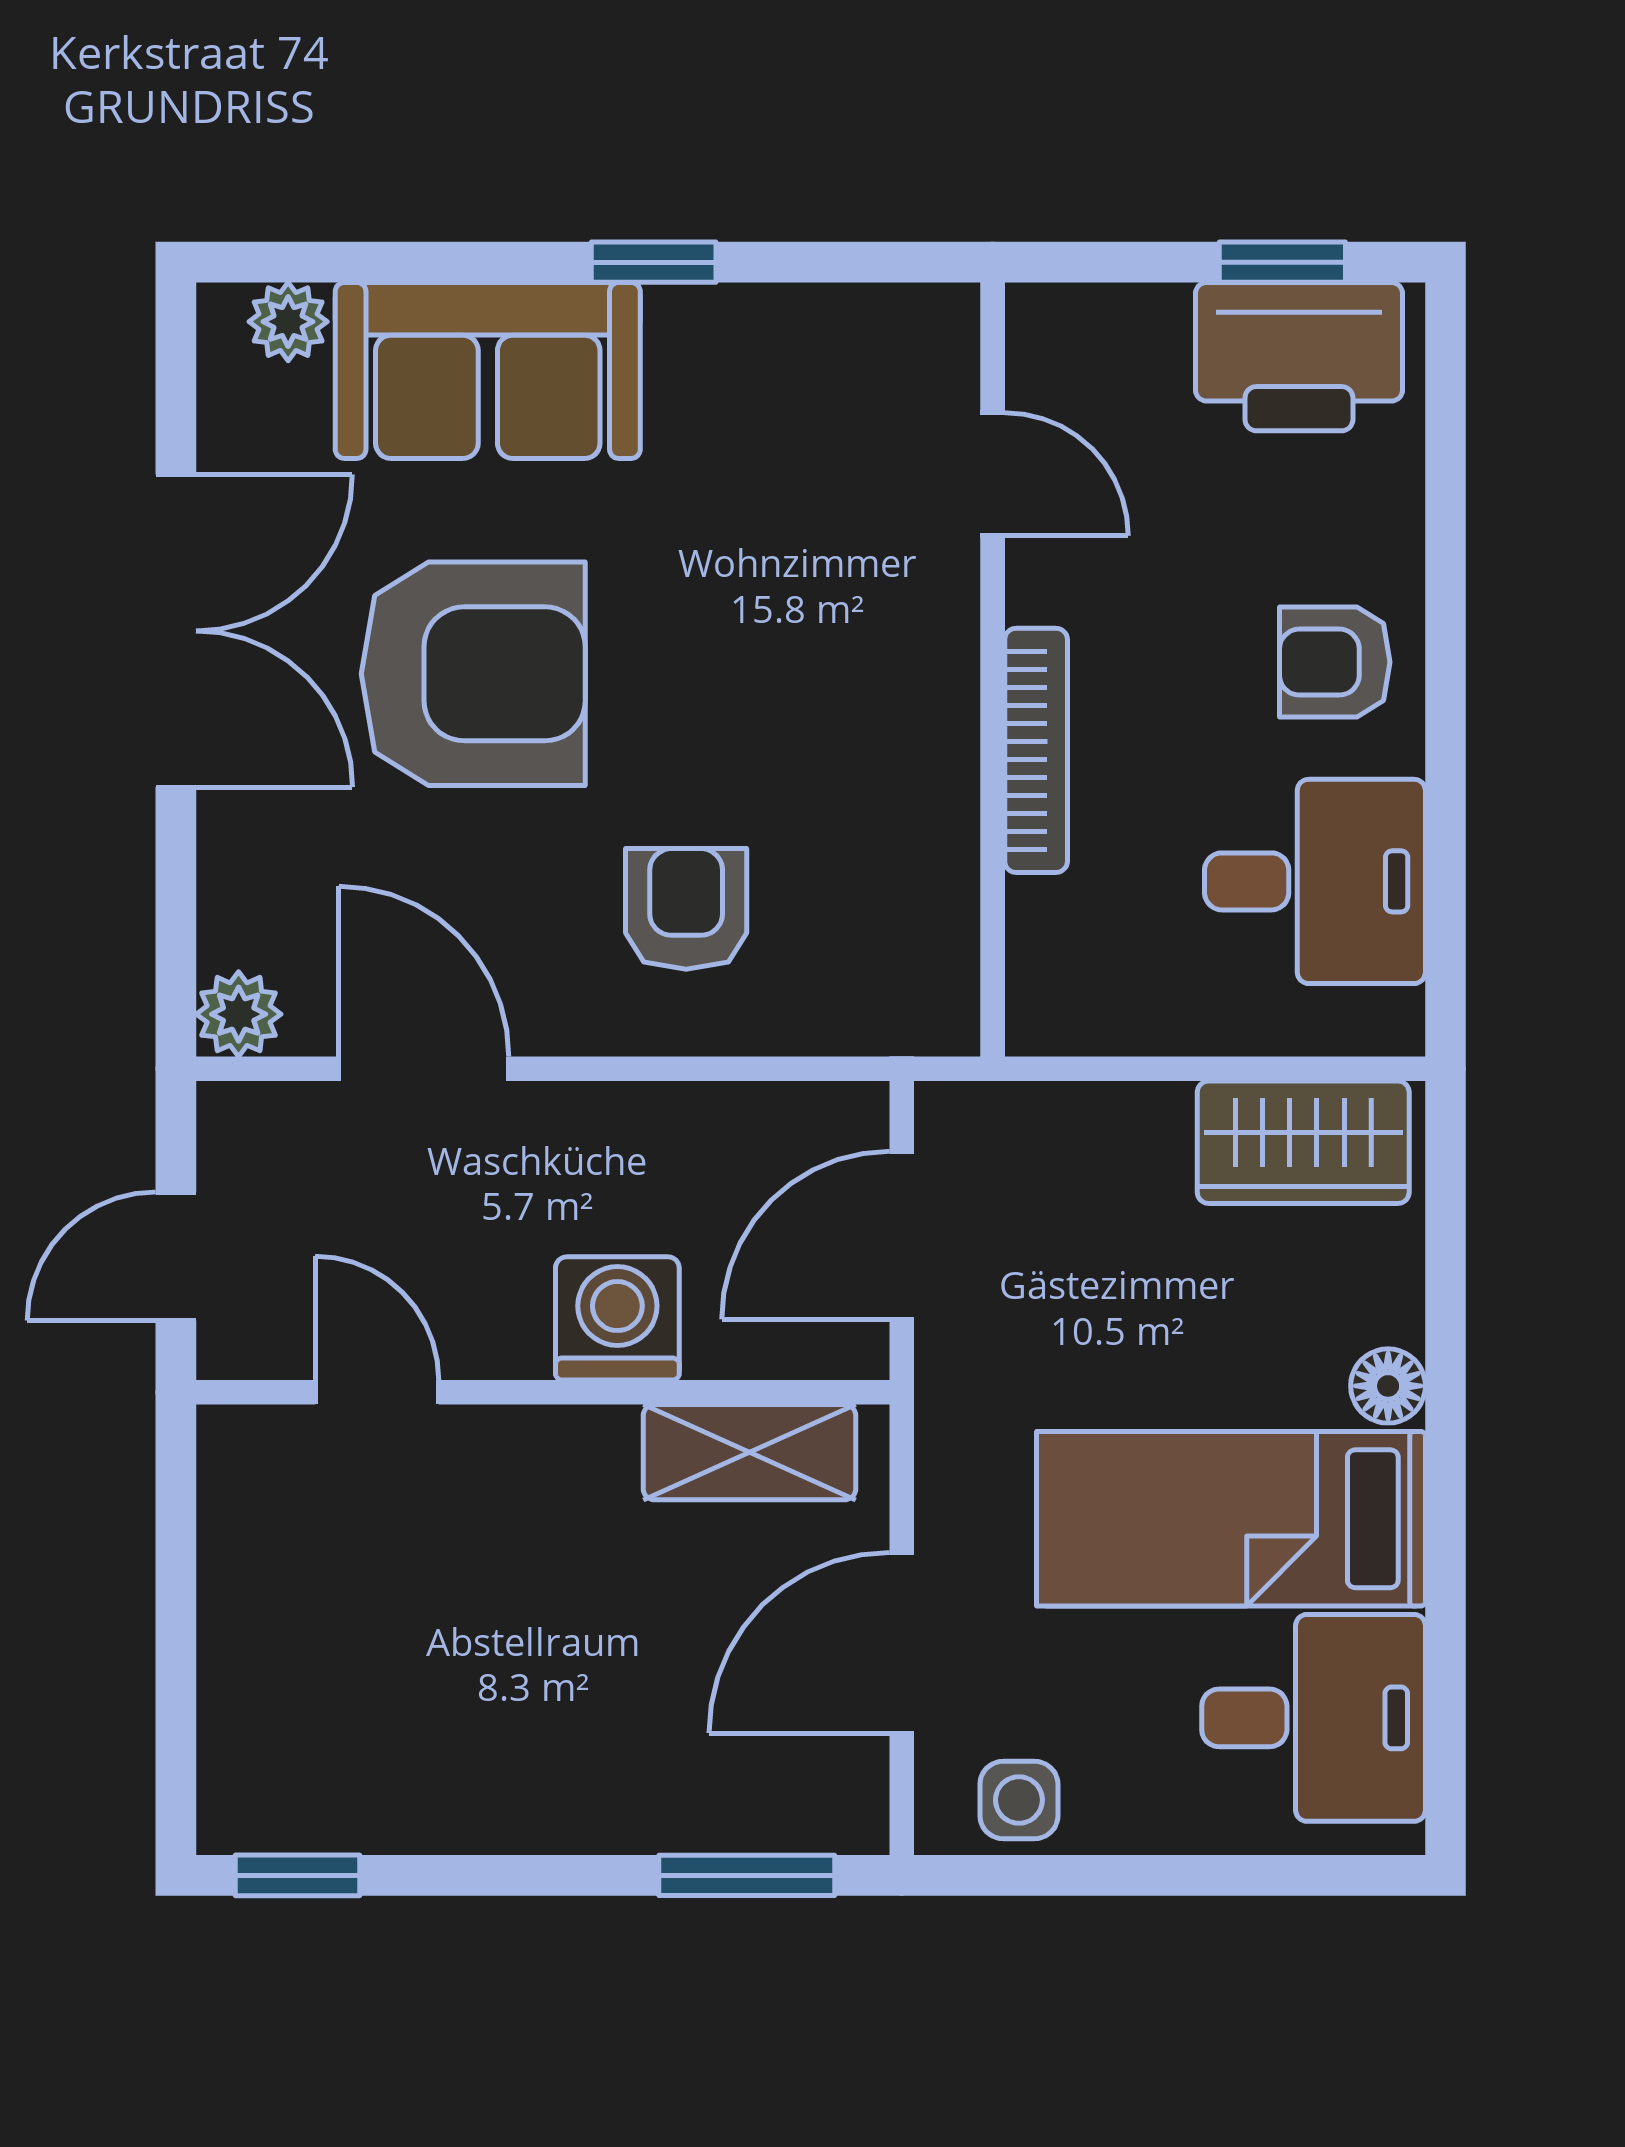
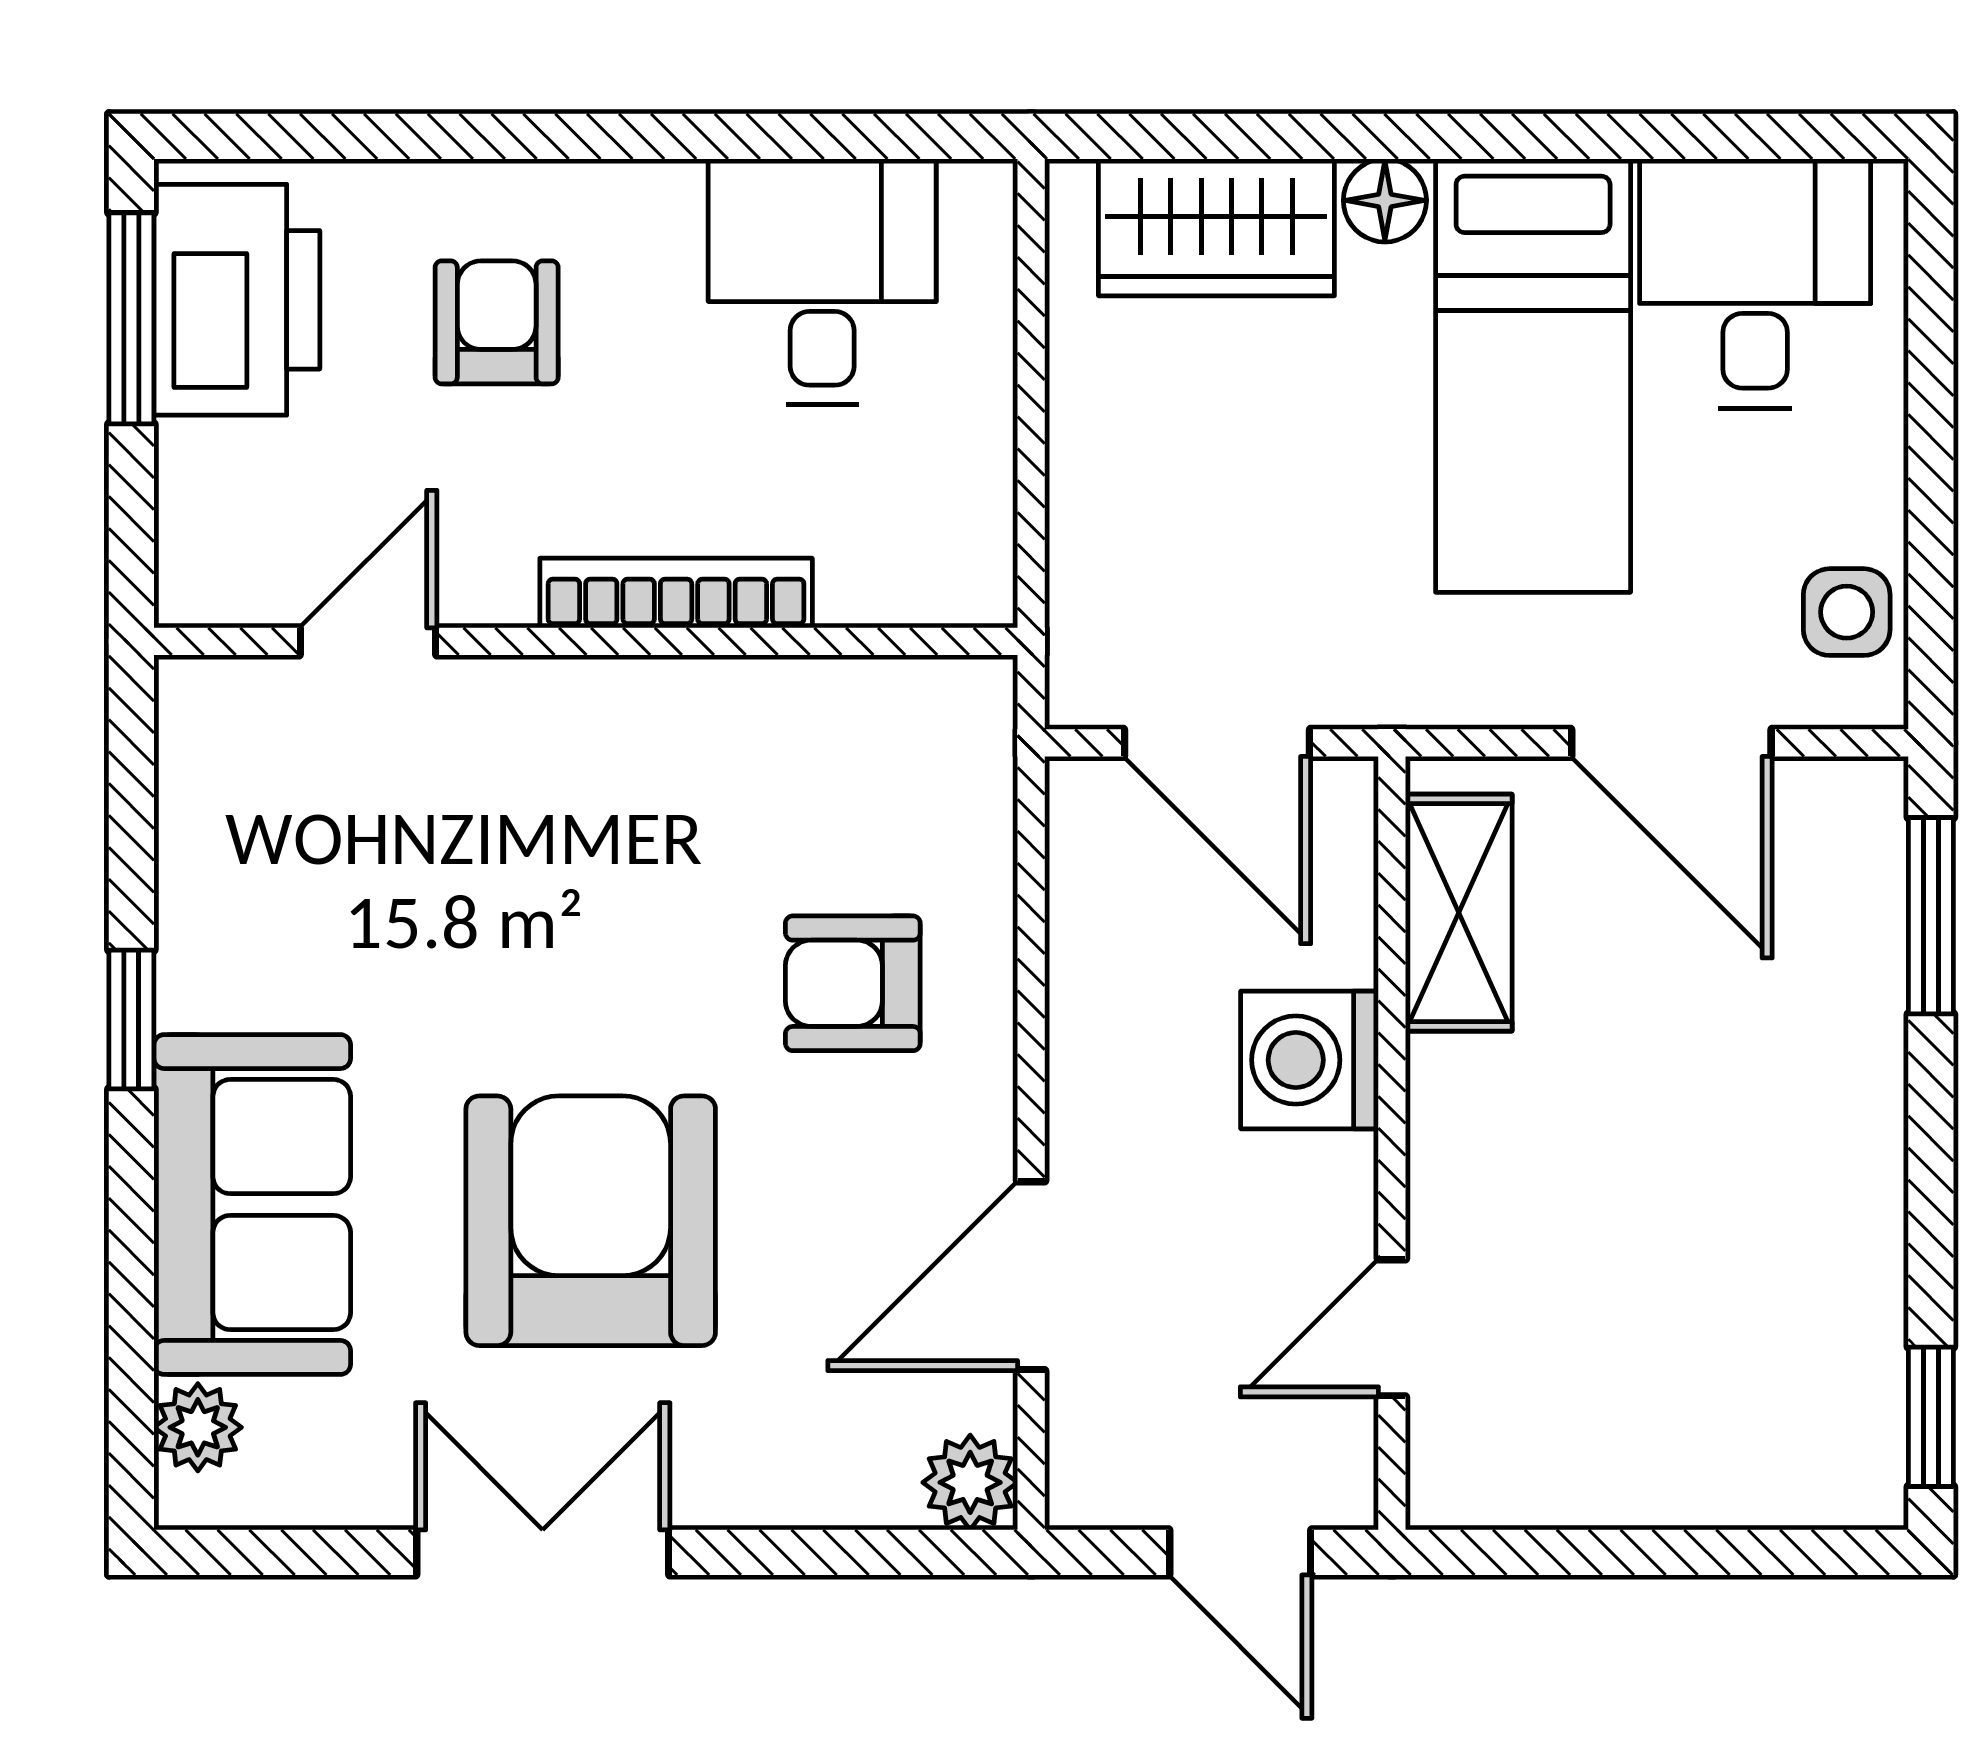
window: (1282, 262) -> (131, 318), width x1.50
double door: (176, 631) -> (543, 1552), width x0.73
armchair: (1335, 662) -> (497, 322), moved, turned 180
wardrobe: (1303, 1142) -> (1216, 227), moved, turned 90

